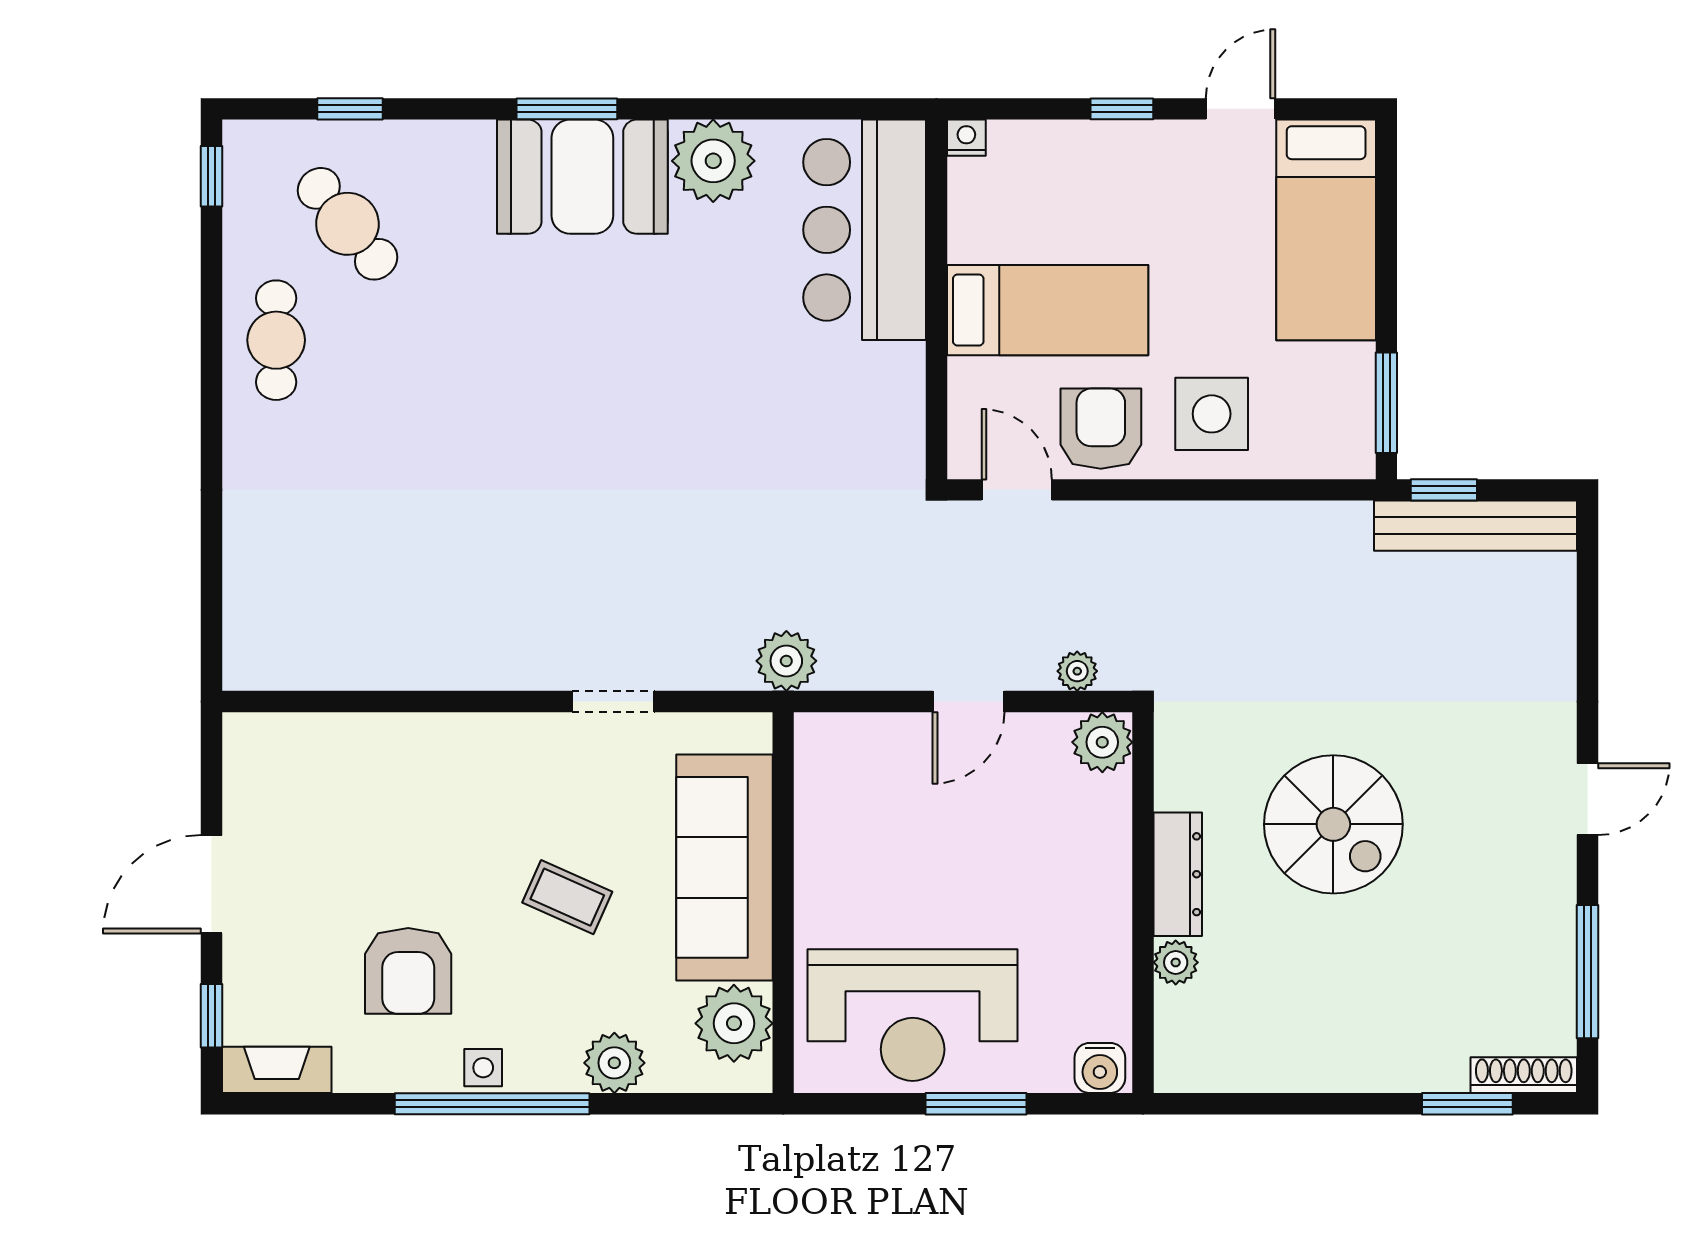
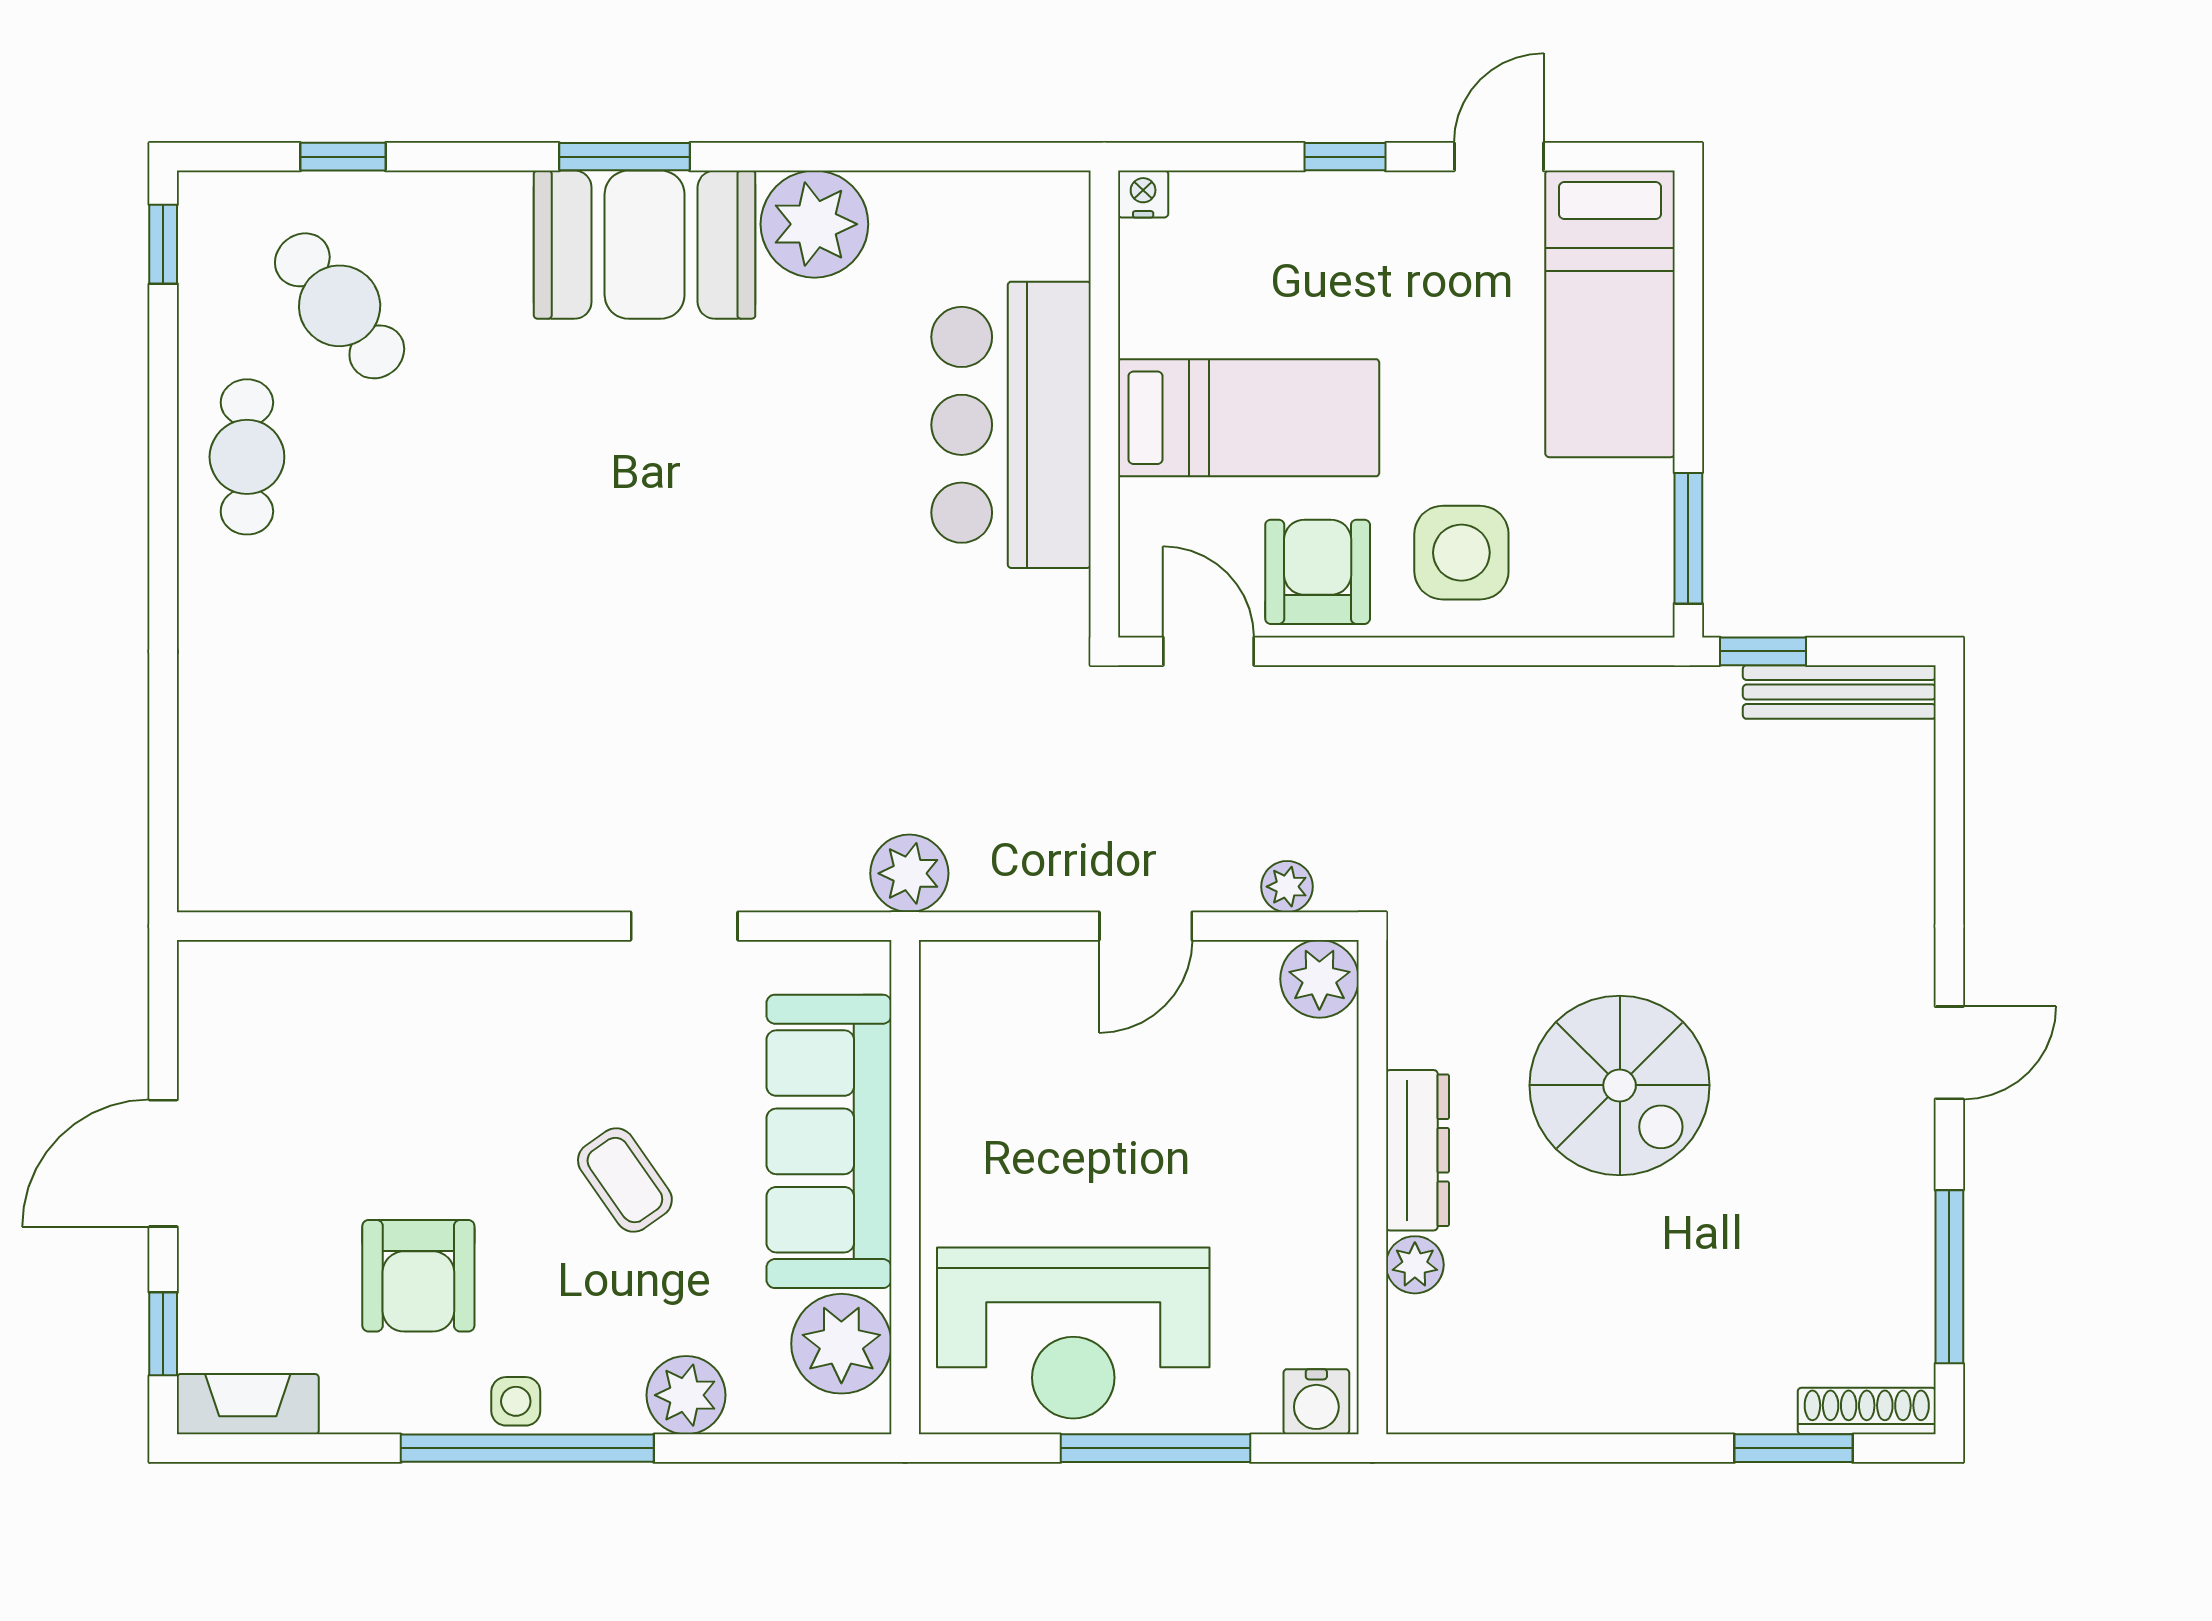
bar counter: (865, 230) -> (1011, 425), moved
bench: (1475, 526) -> (1839, 692), width x0.73, depth x0.82
coffee table: (567, 897) -> (625, 1180), turned 31
window: (976, 1104) -> (1156, 1448), width x1.44

